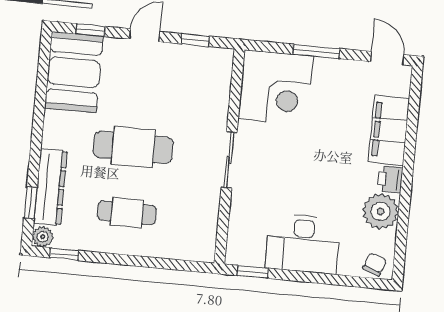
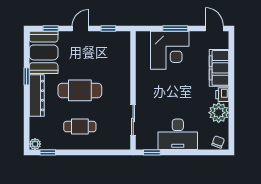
corner desk: (276, 87) -> (170, 50), moved
sliding door: (229, 160) -> (133, 120), moved
dresser: (50, 187) -> (37, 95), moved
window: (31, 203) -> (27, 76), moved

